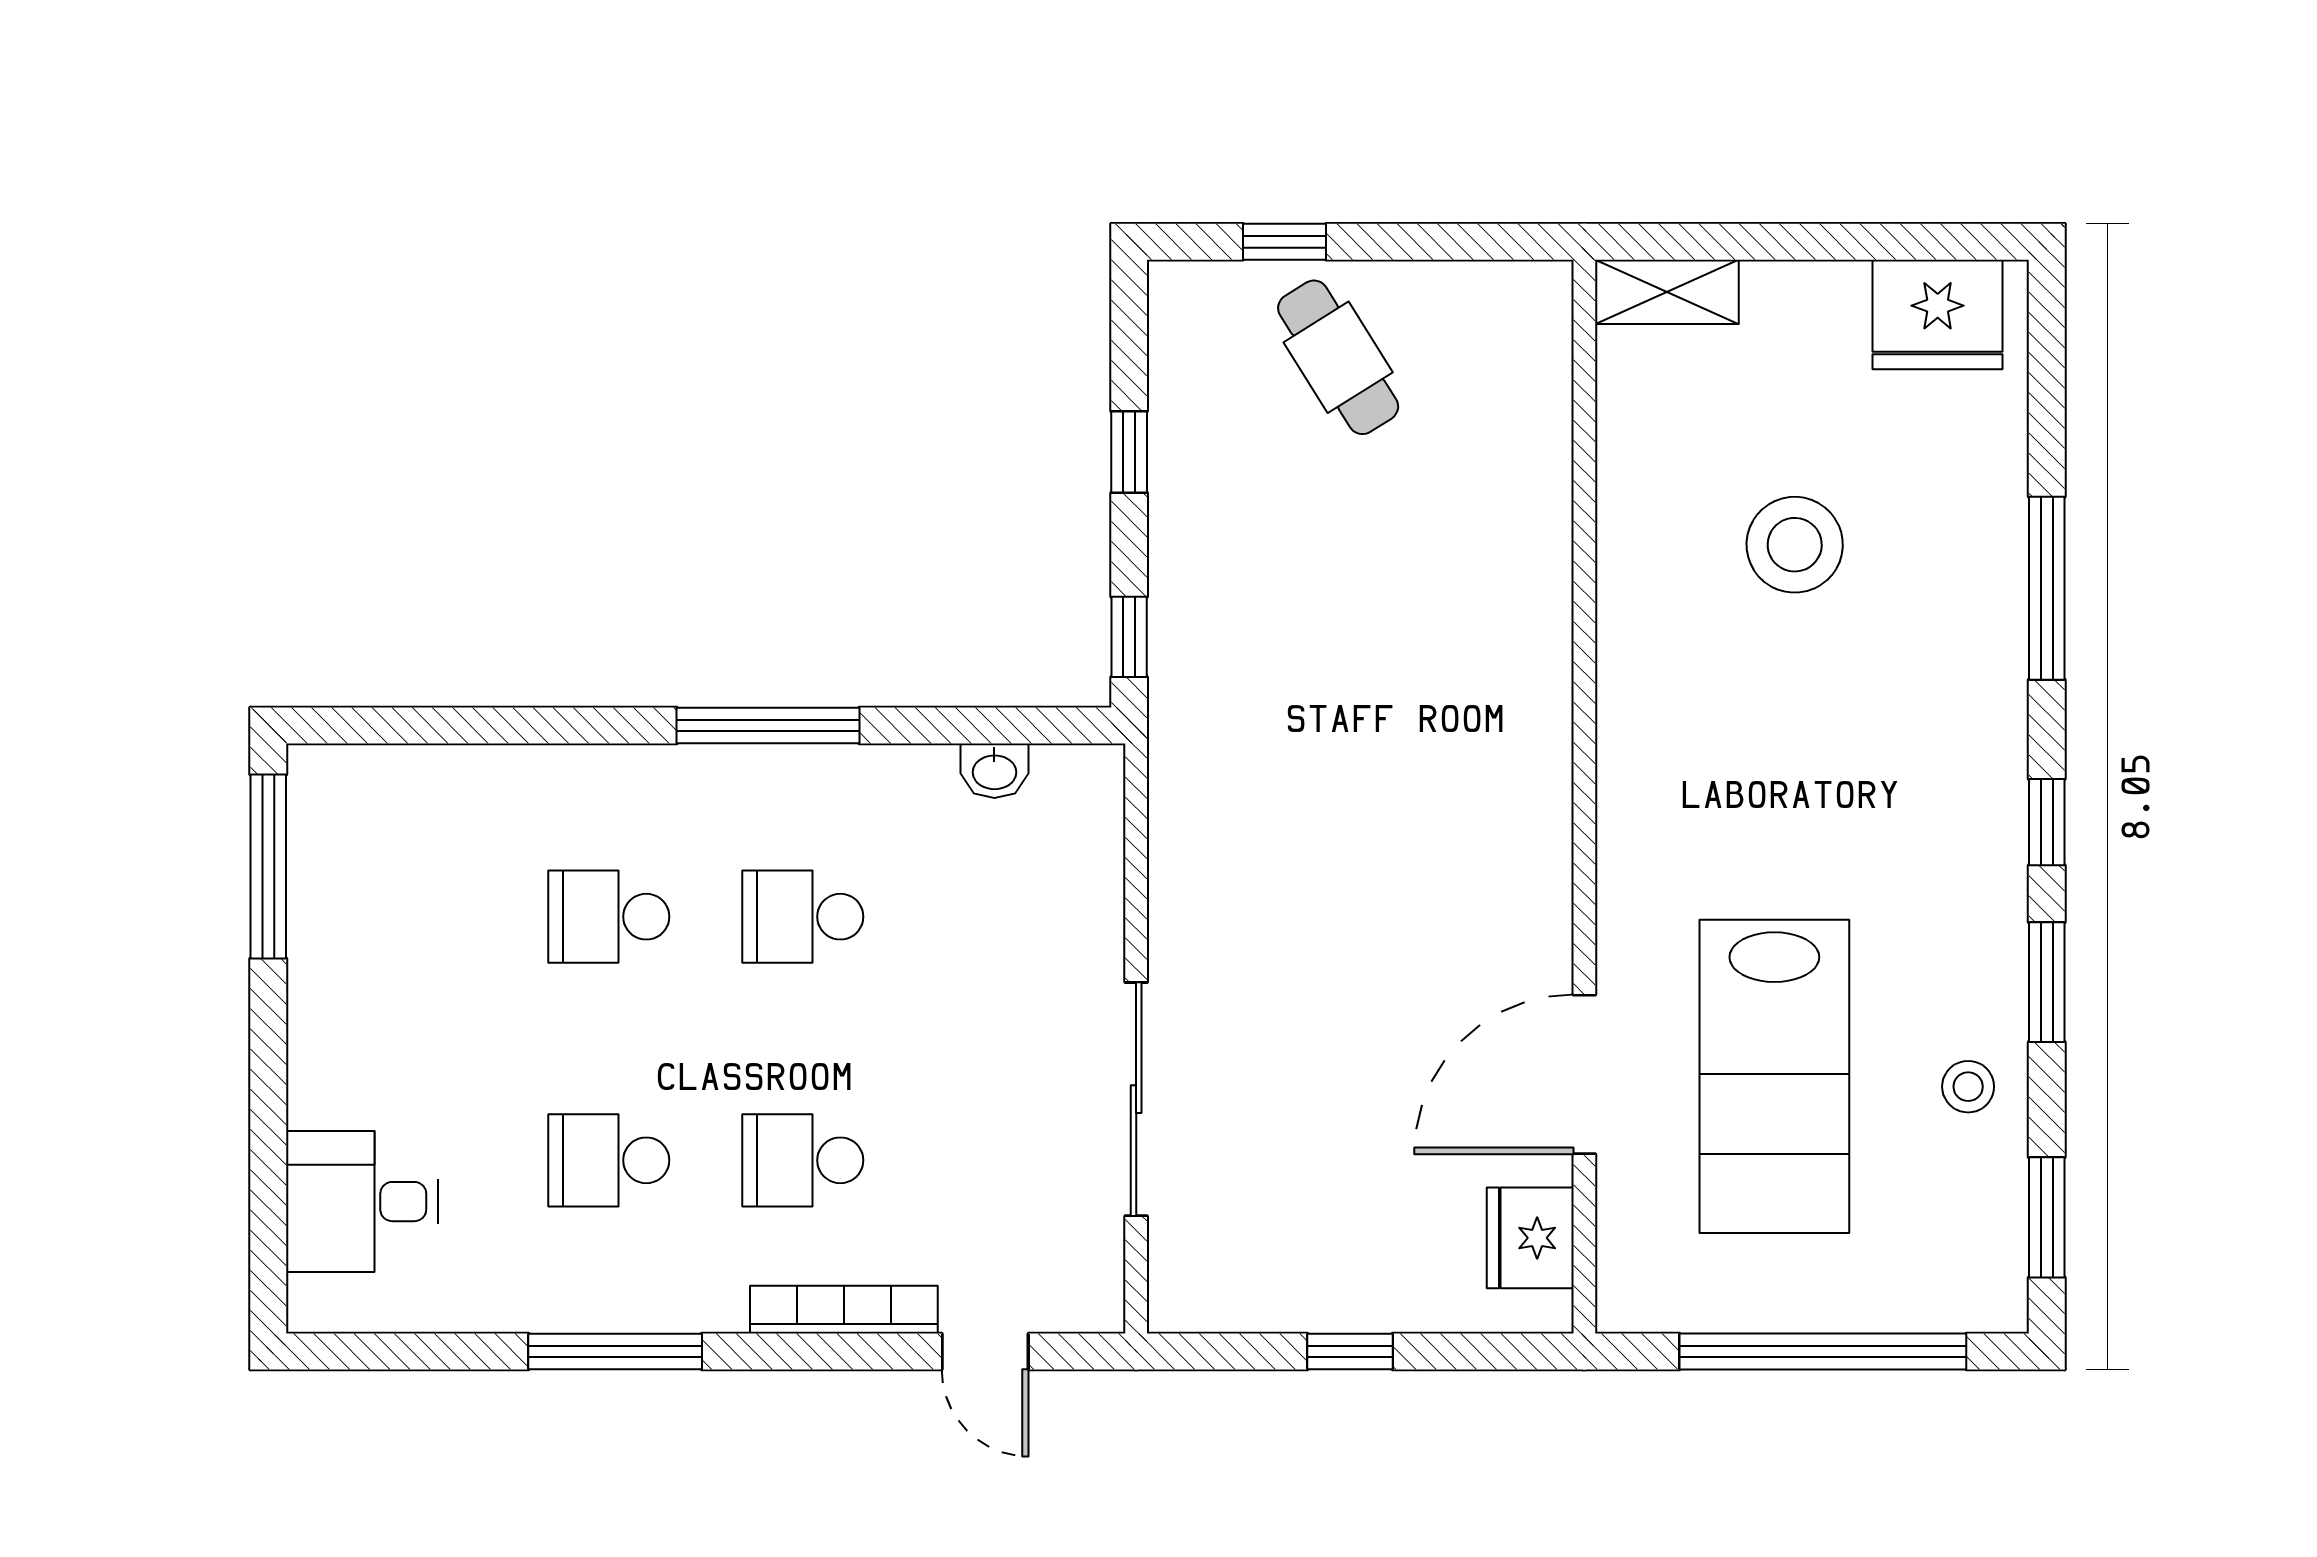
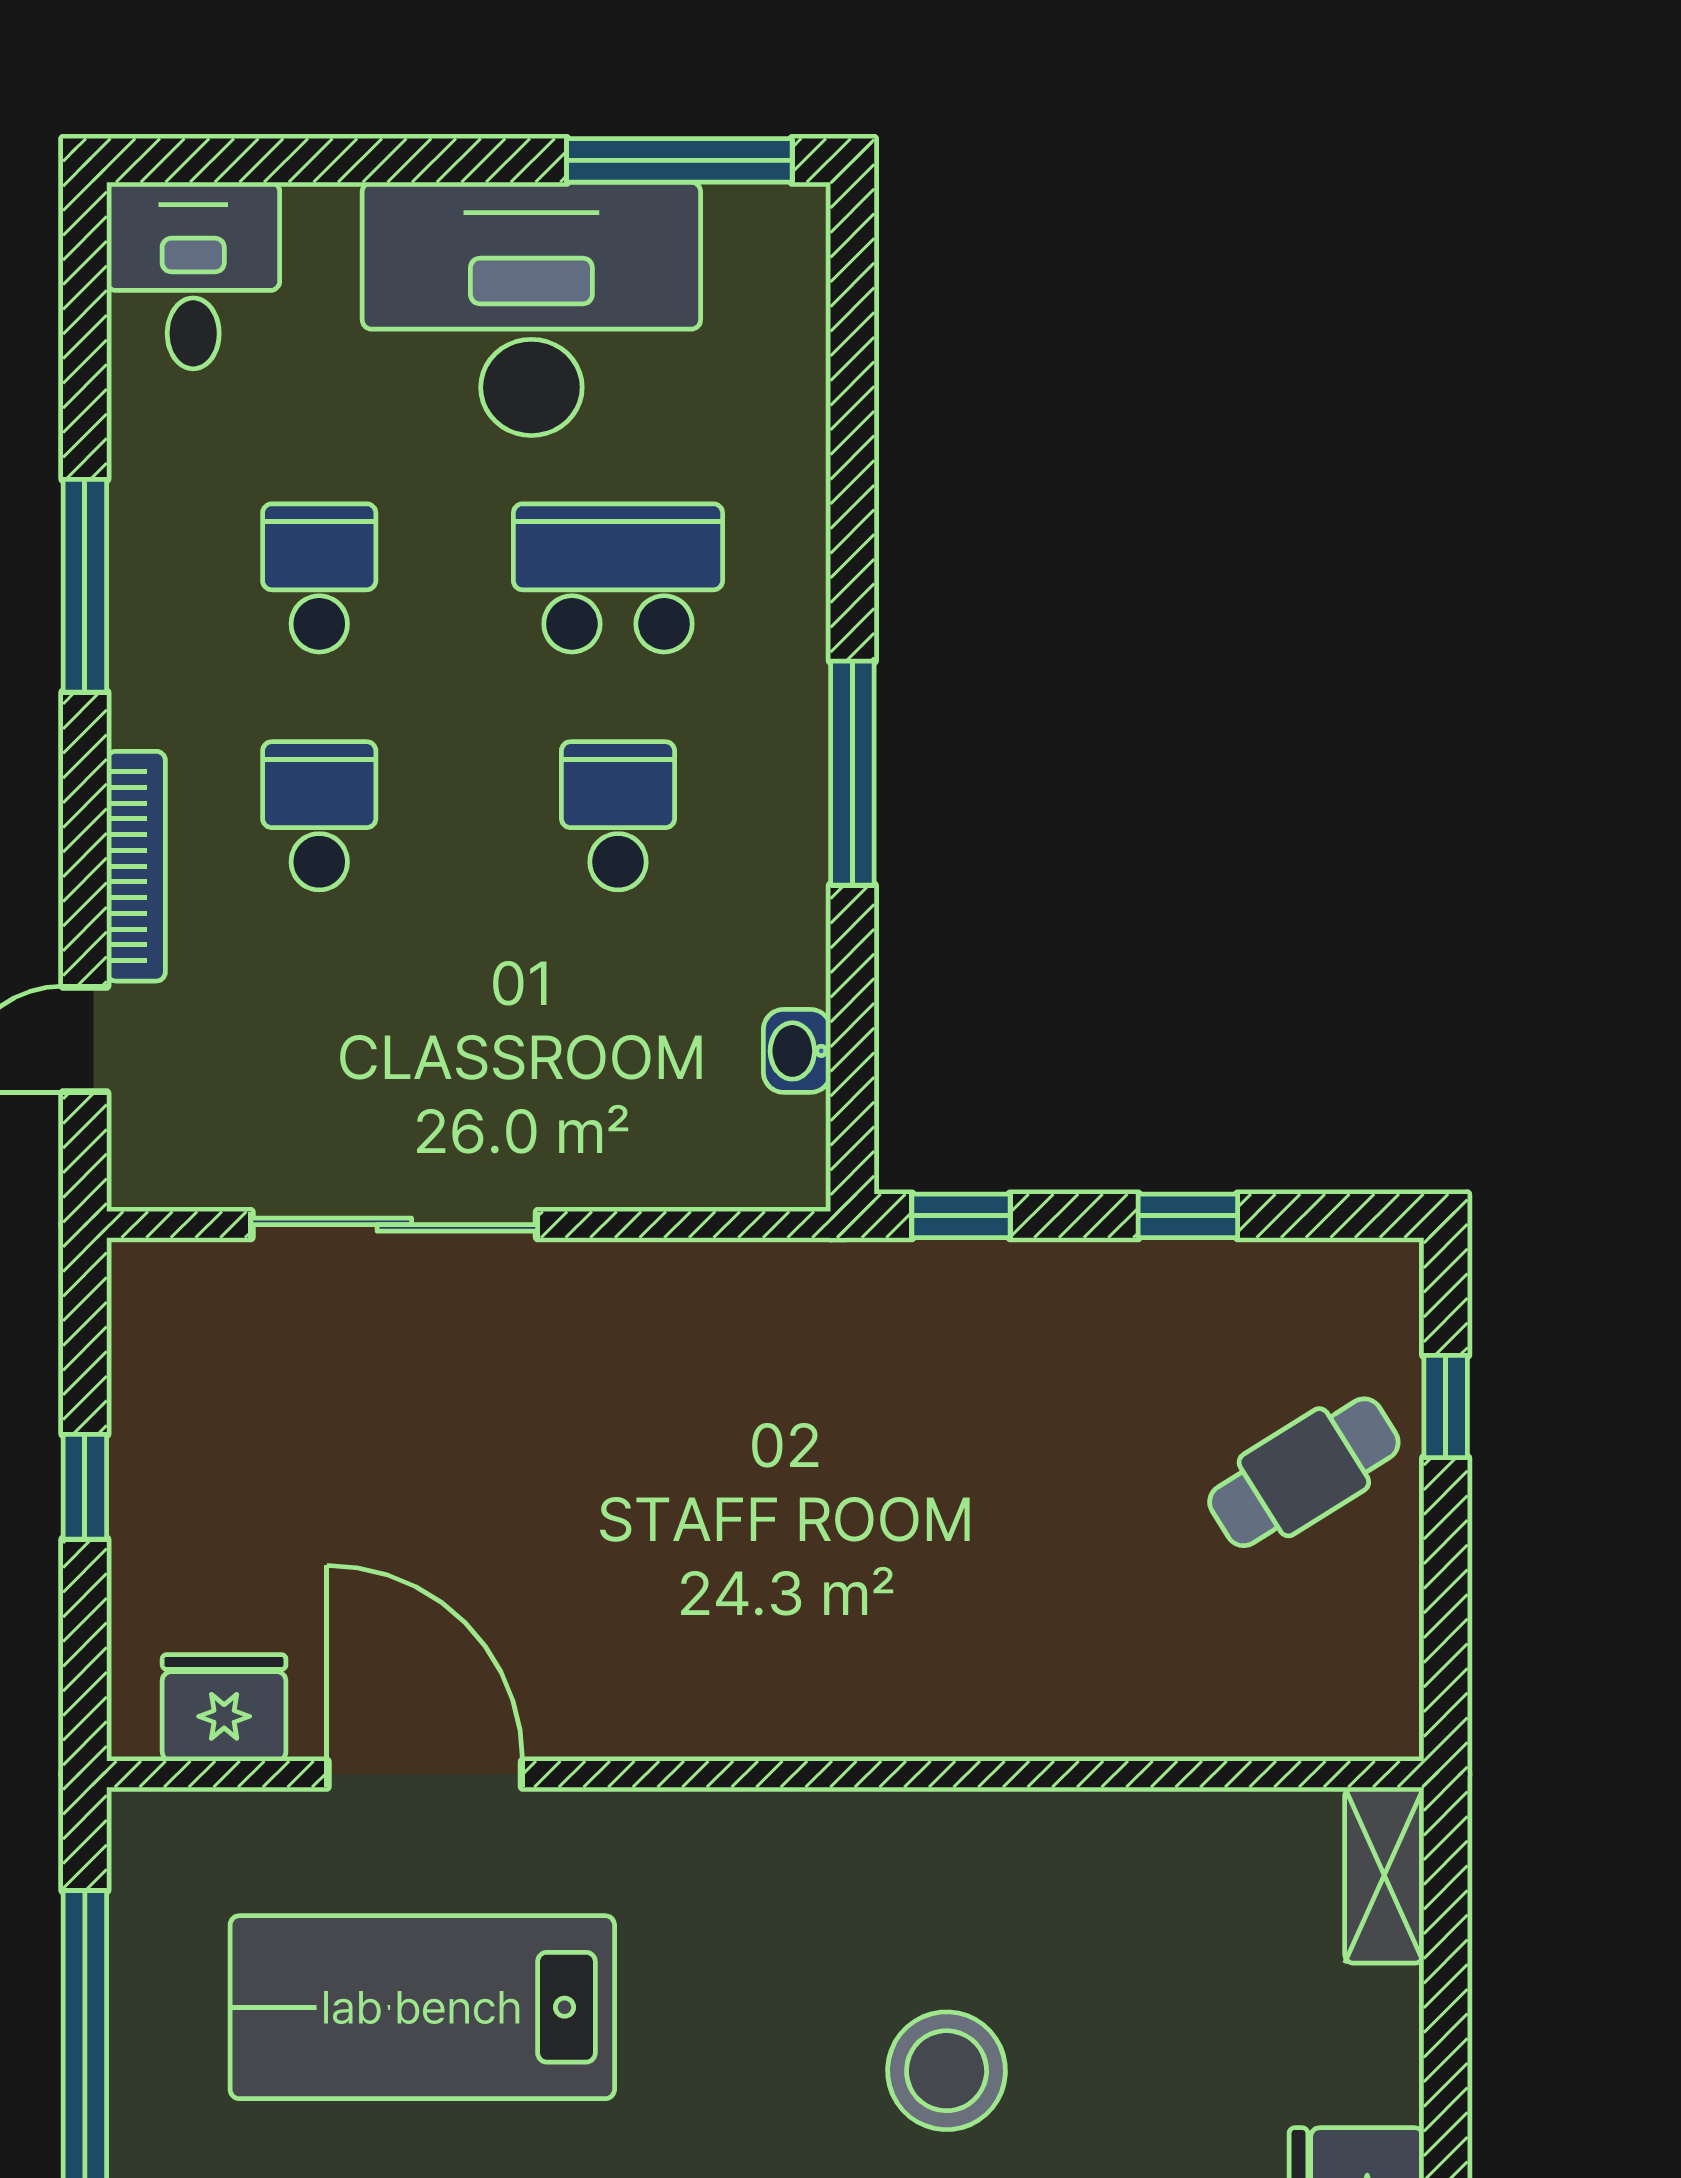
stool: (1795, 545) -> (947, 2071), moved
school desk: (609, 917) -> (618, 578), width x1.85
desk: (389, 987) -> (531, 309), added
desk: (362, 1202) -> (193, 276), moved

